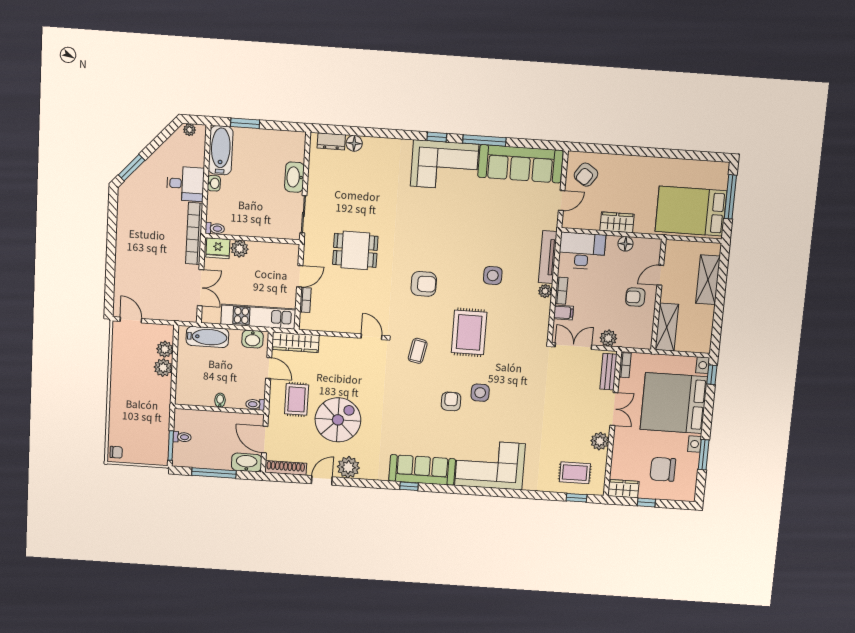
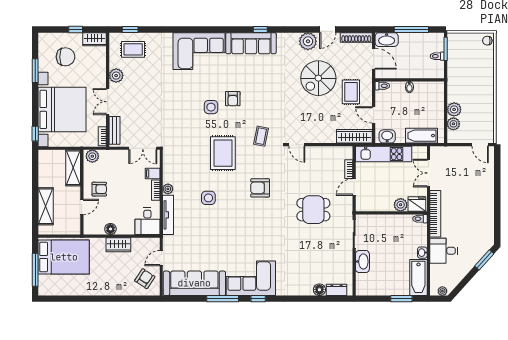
desk: (582, 251) -> (147, 221), width x0.73
plant: (608, 338) -> (92, 156), moved

